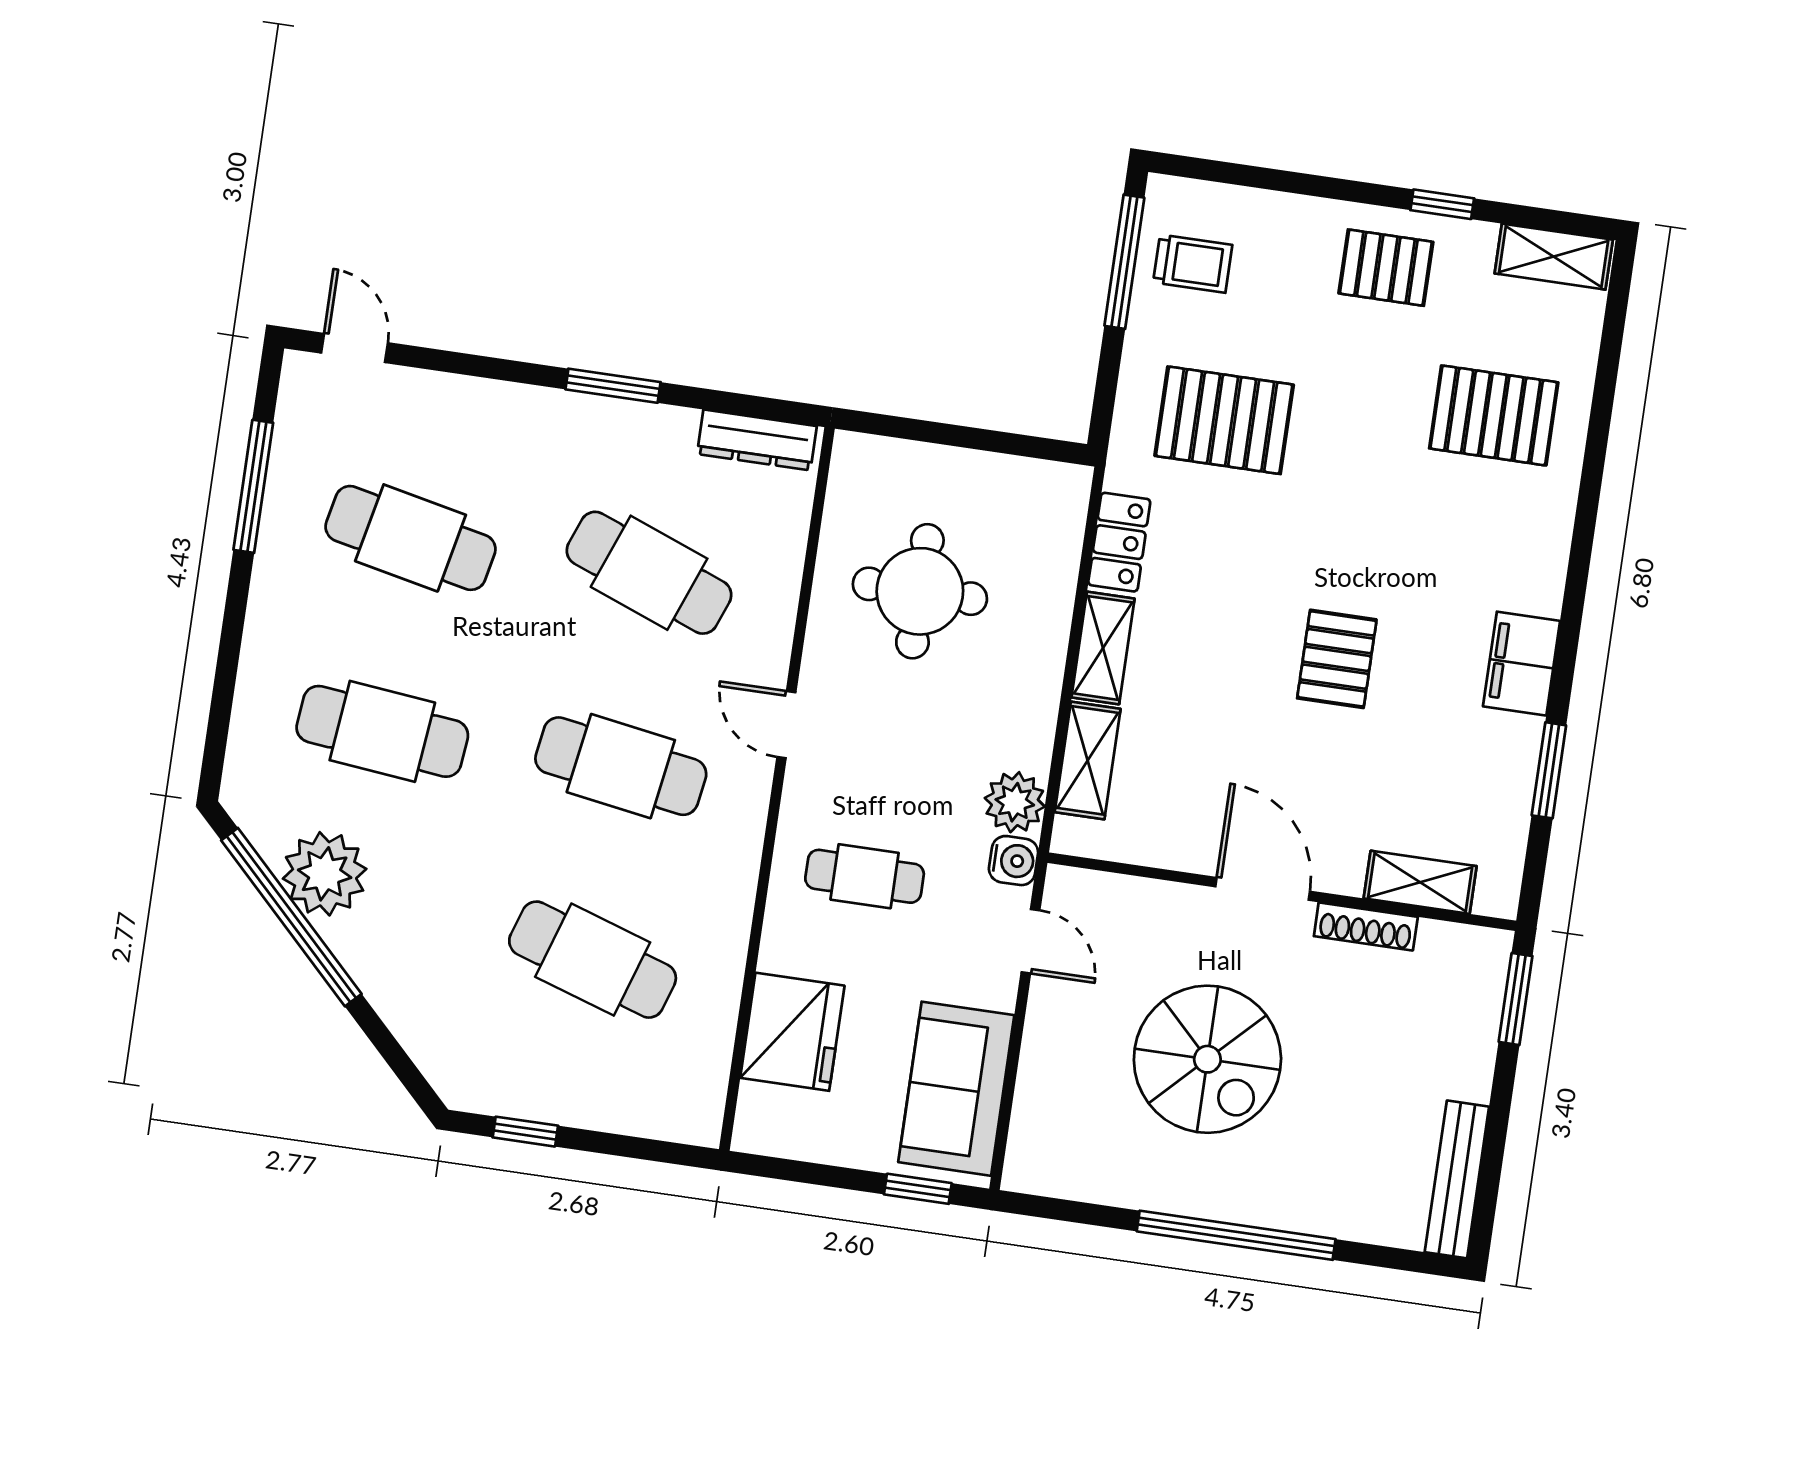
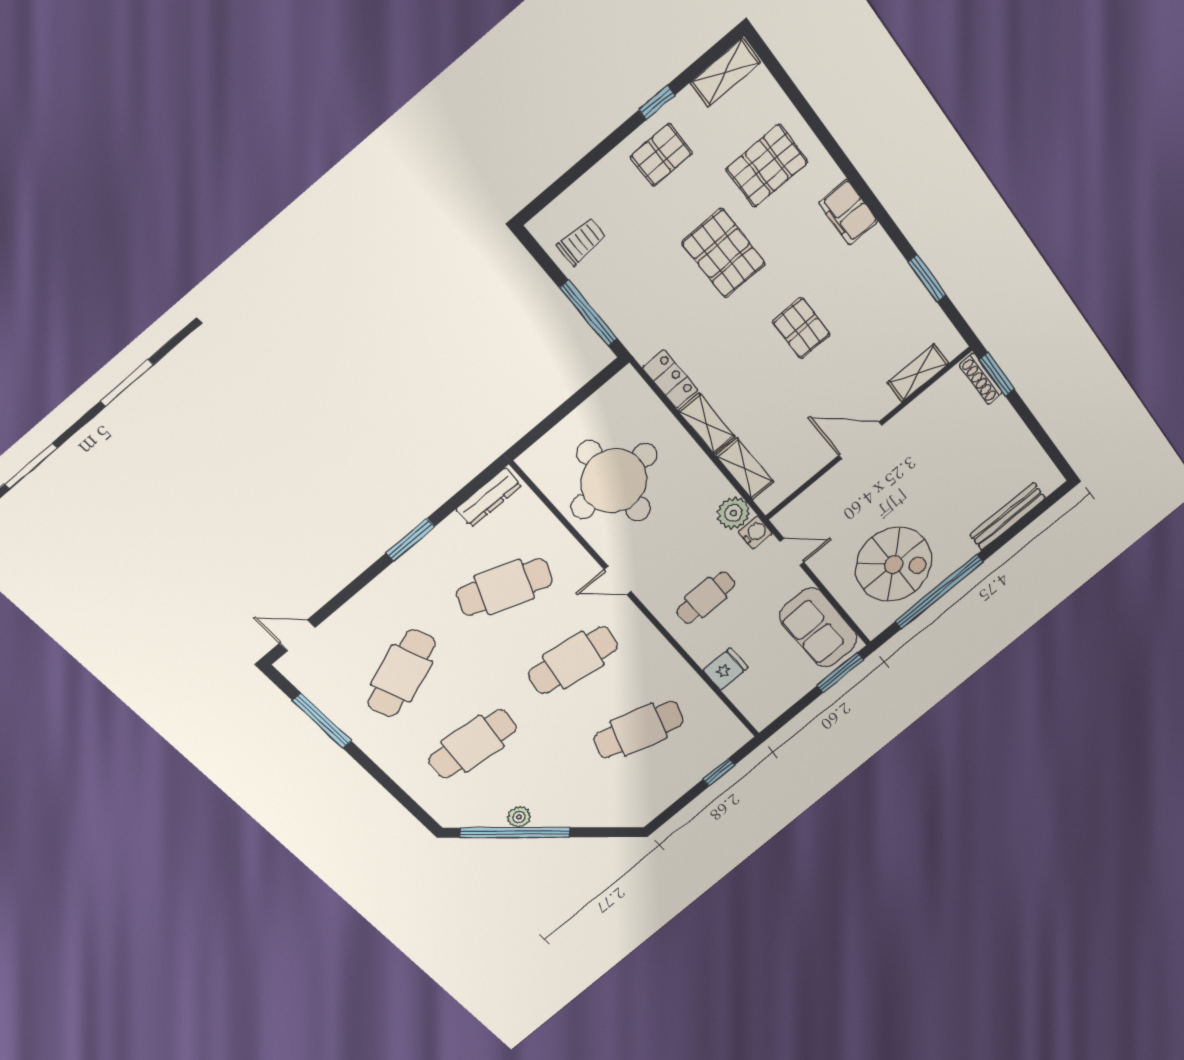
window: (1124, 262) -> (589, 313), moved
pallet: (1224, 420) -> (724, 253), moved, turned 90
cafe table: (411, 538) -> (402, 673), turned -33
round table: (920, 591) -> (614, 481), width x1.36, depth x1.36
filing cabinet: (1522, 664) -> (848, 212), moved
plant: (325, 874) -> (519, 817), width x0.53, depth x0.53
shoe rack: (1366, 927) -> (981, 379), moved, turned 90
fridge: (792, 1032) -> (725, 669), width x0.53, depth x0.75
spiral stairs: (1207, 1059) -> (894, 564), moved
window: (525, 1132) -> (719, 772), moved
bench: (1457, 1179) -> (1008, 516), moved, turned 90
window: (918, 1189) -> (840, 673), width x1.50
window: (1236, 1235) -> (939, 592), moved

